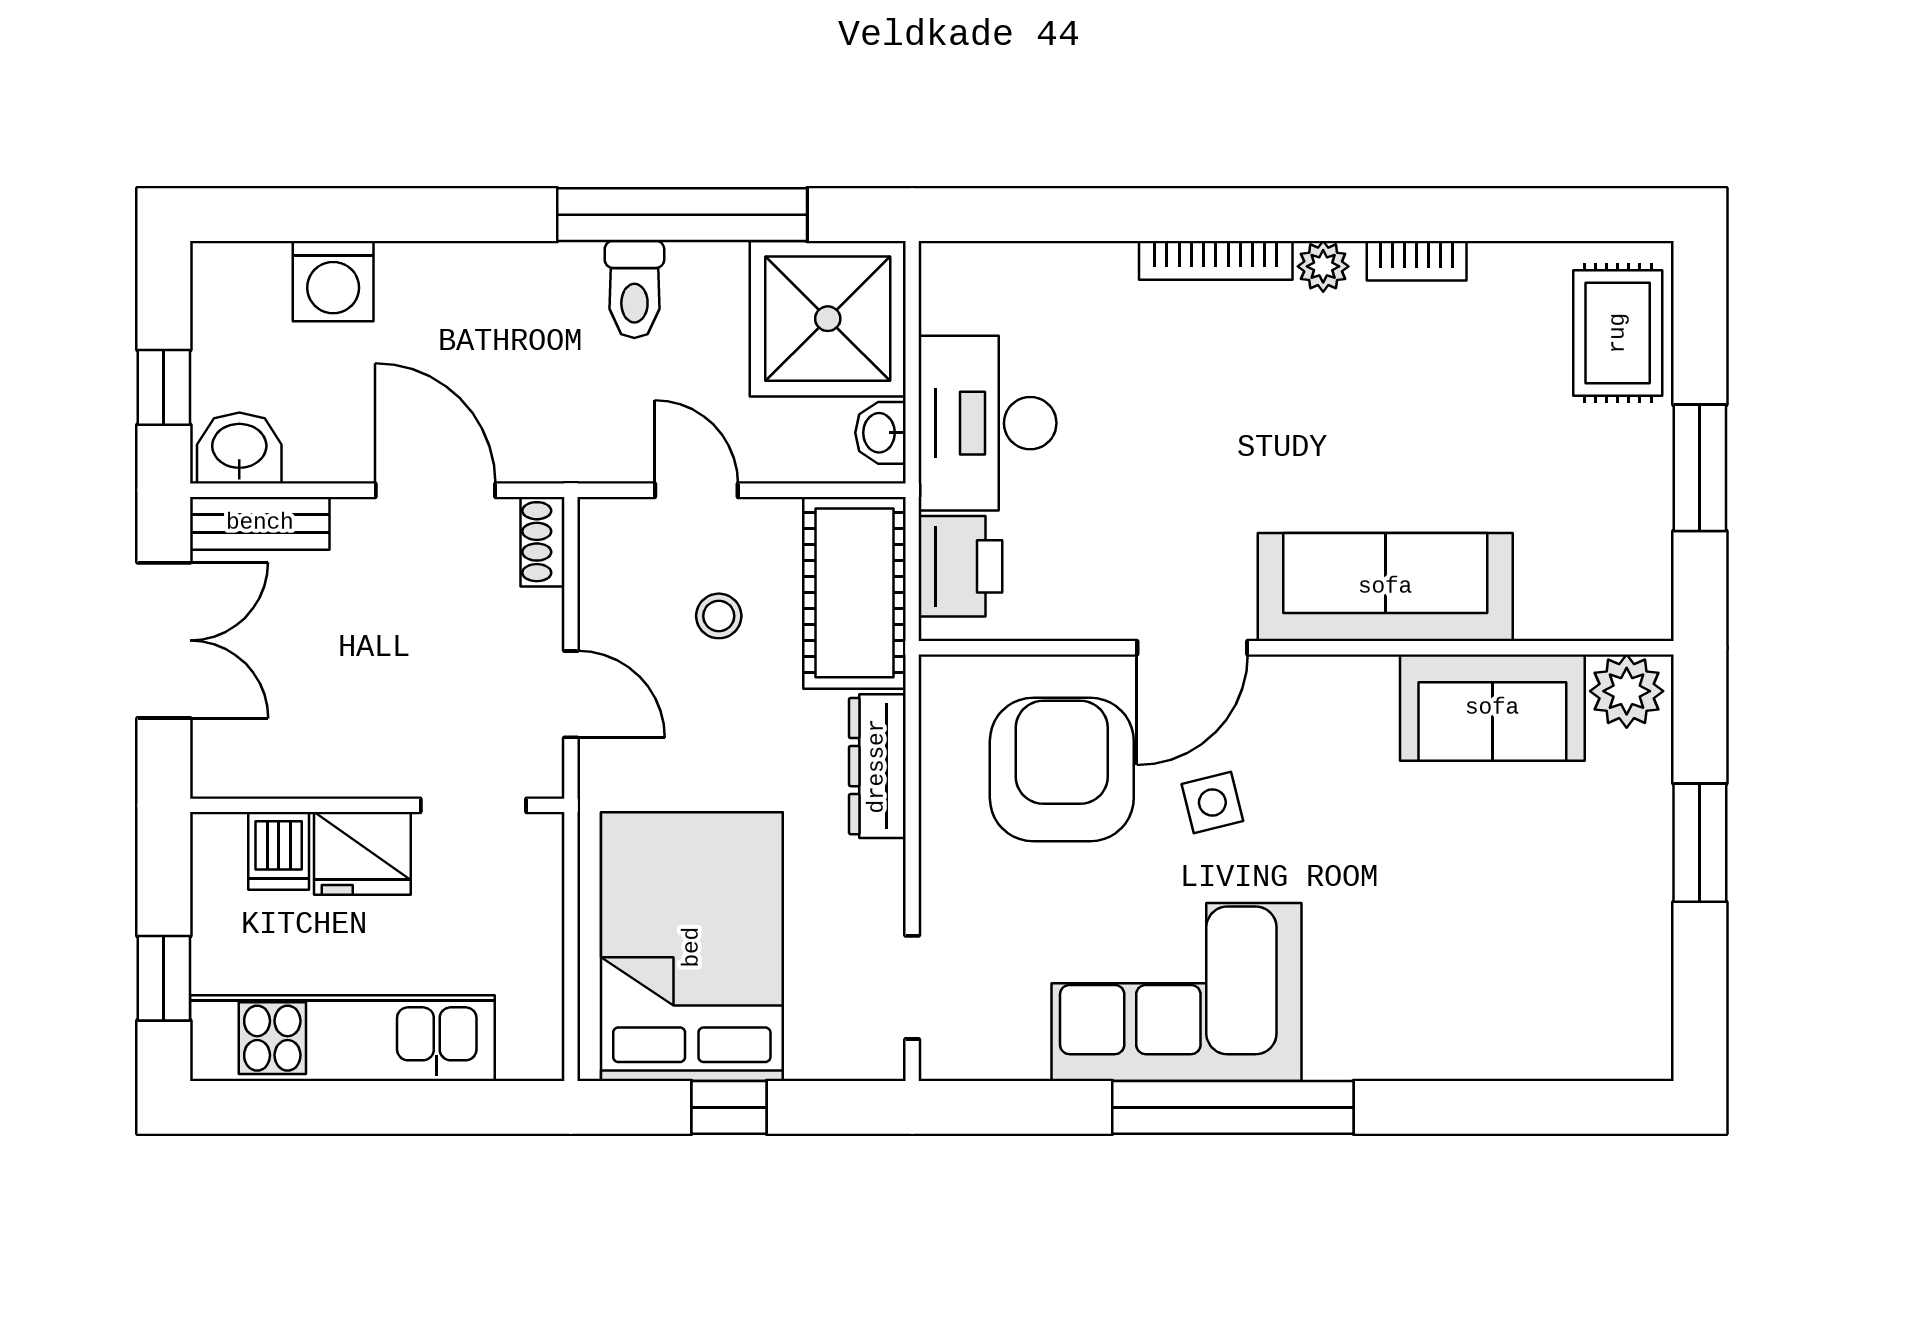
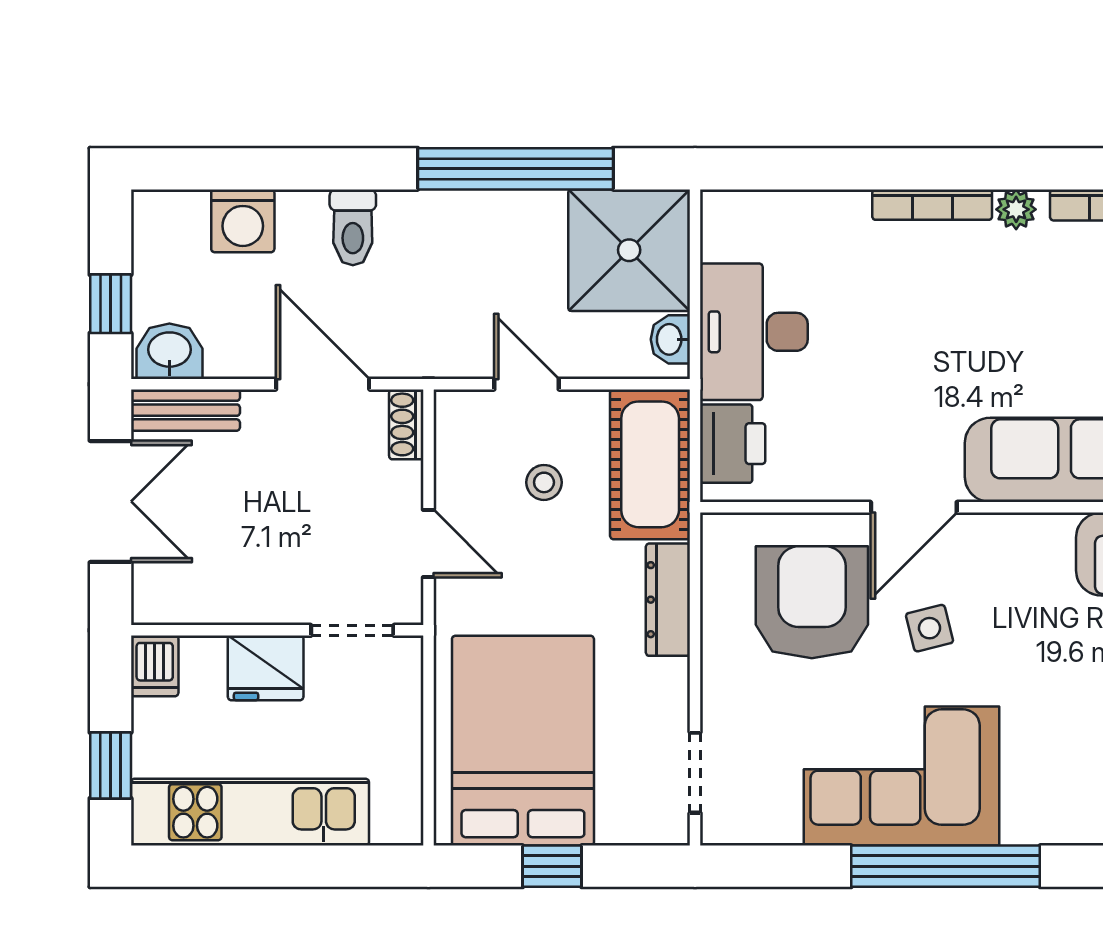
toilet: (634, 289) -> (353, 227), moved
dishwasher: (279, 851) -> (155, 666), moved

